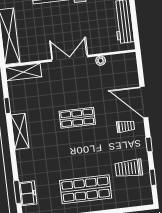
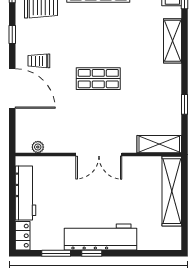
plant: (101, 61) -> (38, 147), moved
shelving: (20, 131) -> (172, 41), moved

